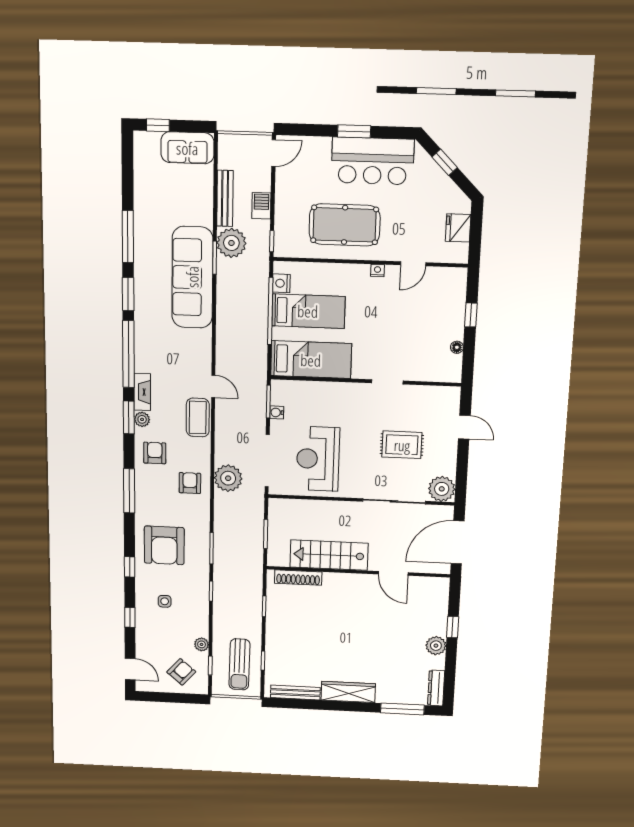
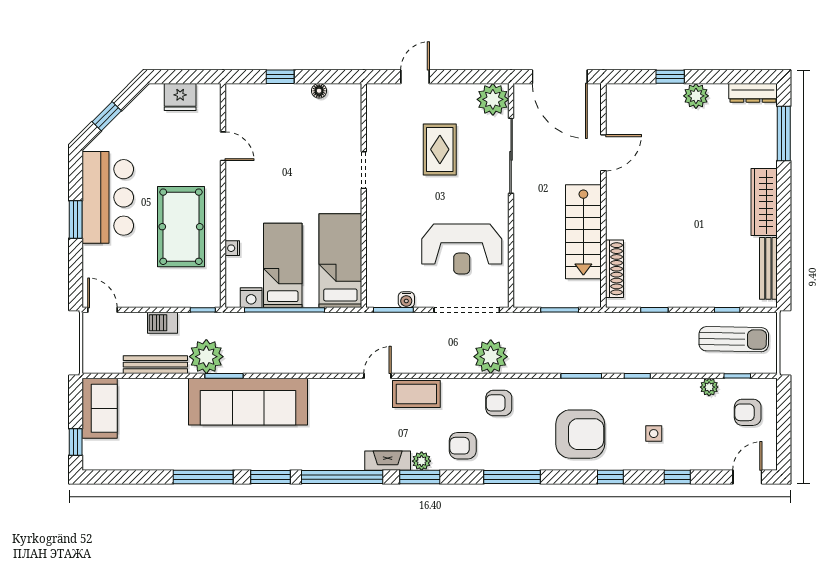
nightstand: (377, 271) -> (232, 248), moved
armchair: (181, 672) -> (748, 412), turned -41

